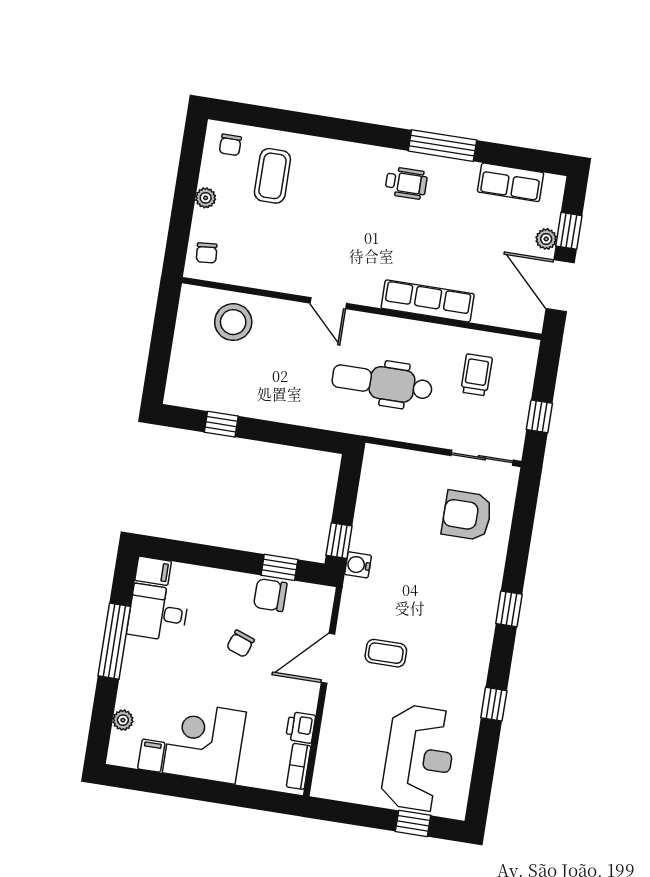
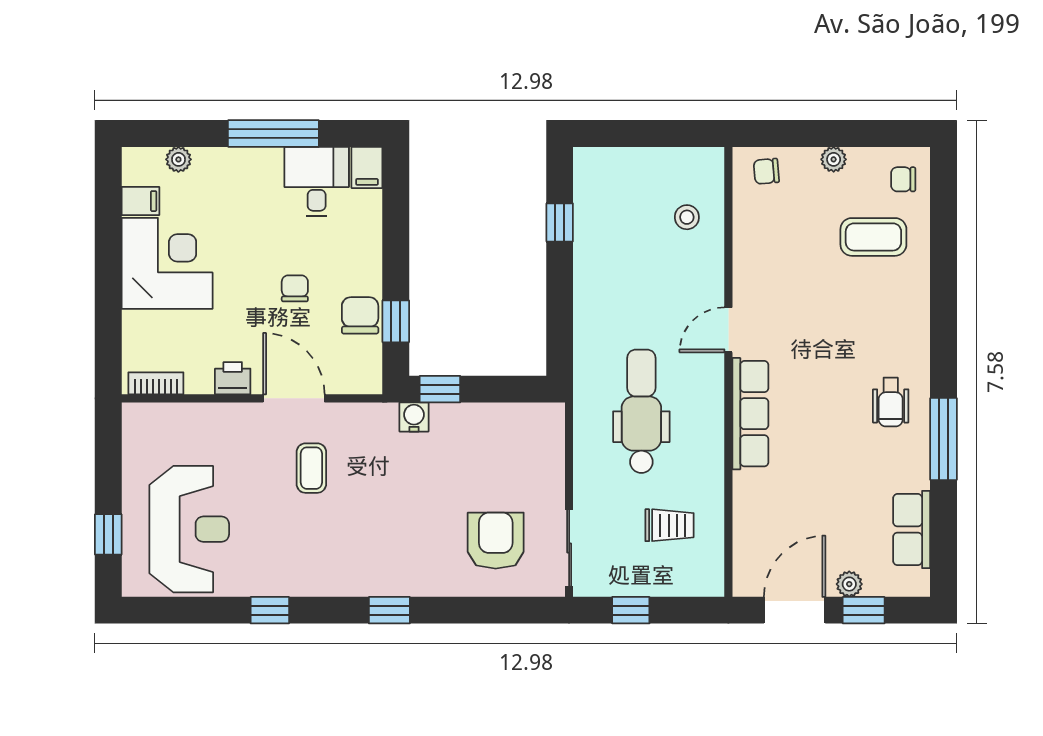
row of seats: (428, 301) -> (750, 414), moved
stool: (233, 322) -> (687, 217), width x0.53, depth x0.53
chair: (240, 644) -> (295, 288), turned 70
printer: (301, 727) -> (233, 378), moved
reception desk: (419, 758) -> (189, 529), turned -90

